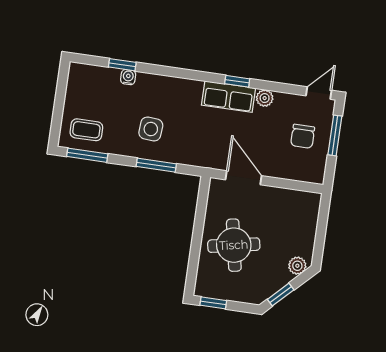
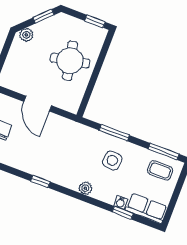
row of seats: (229, 97) -> (146, 208), moved
plant: (265, 98) -> (85, 188), moved
door: (244, 178) -> (38, 104), moved

